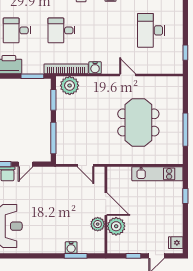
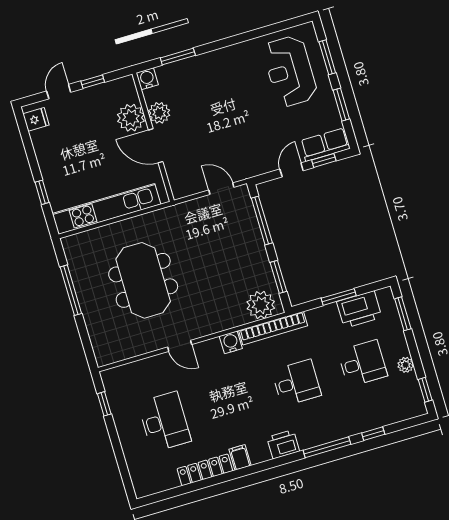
window: (32, 76) -> (339, 297), moved
door: (86, 165) -> (221, 189), moved
kitchen unit: (157, 174) -> (106, 209), width x1.36
water cooler: (71, 248) -> (147, 79), moved

